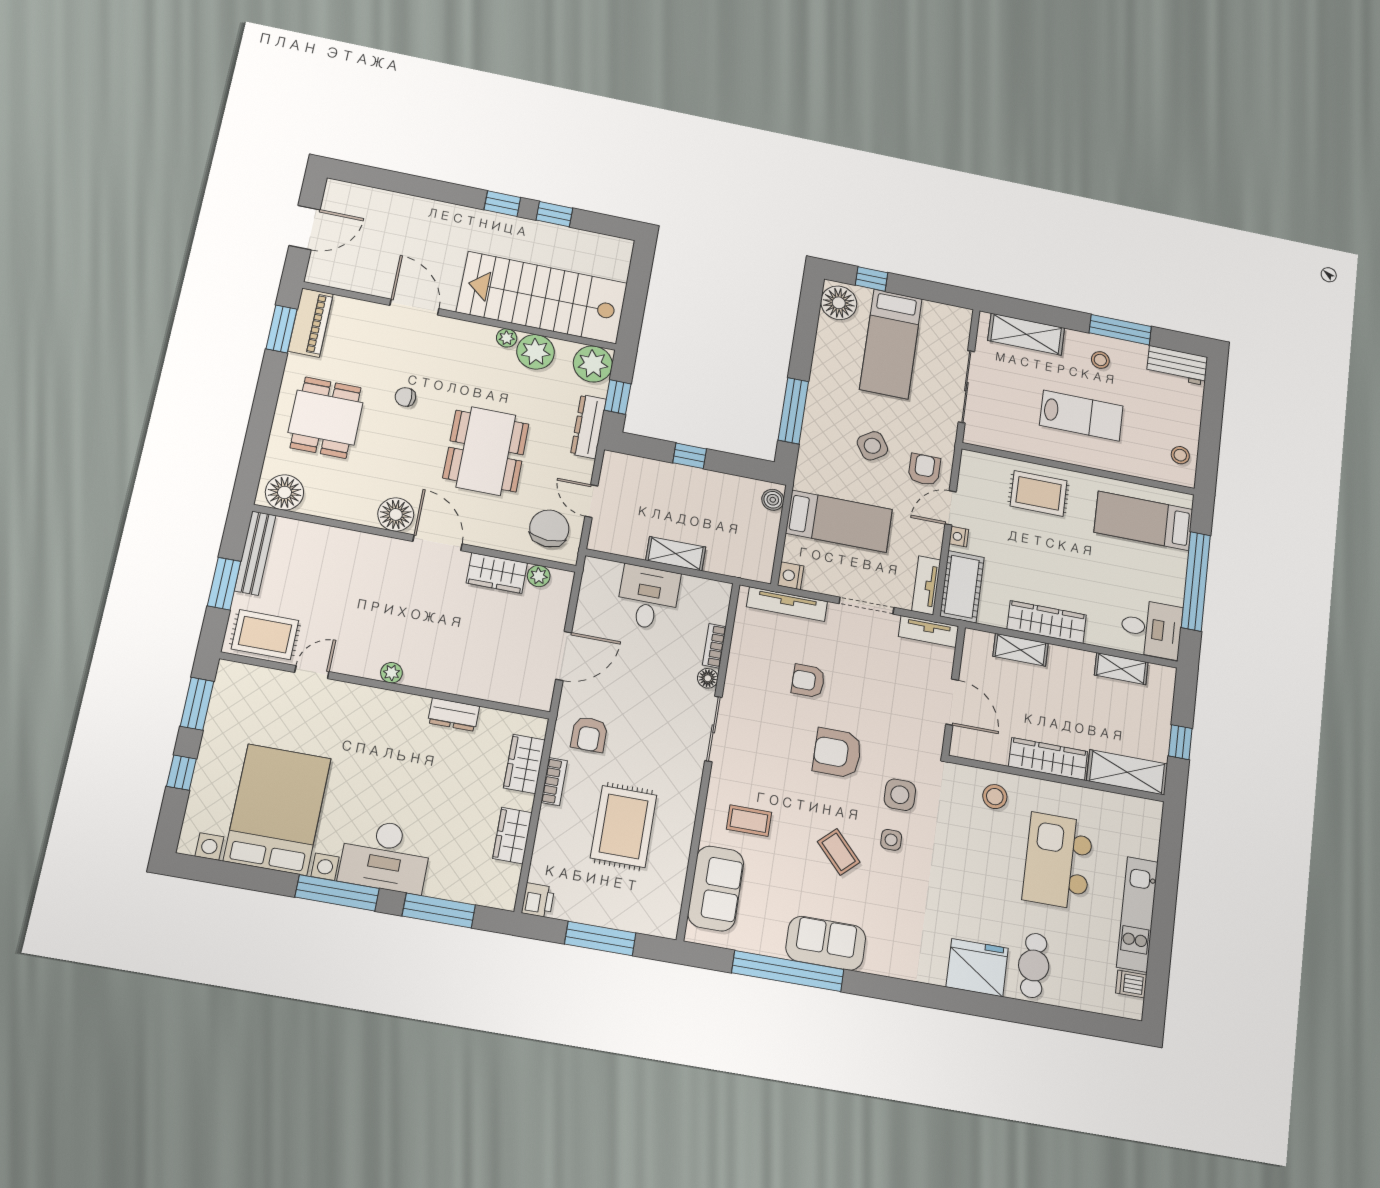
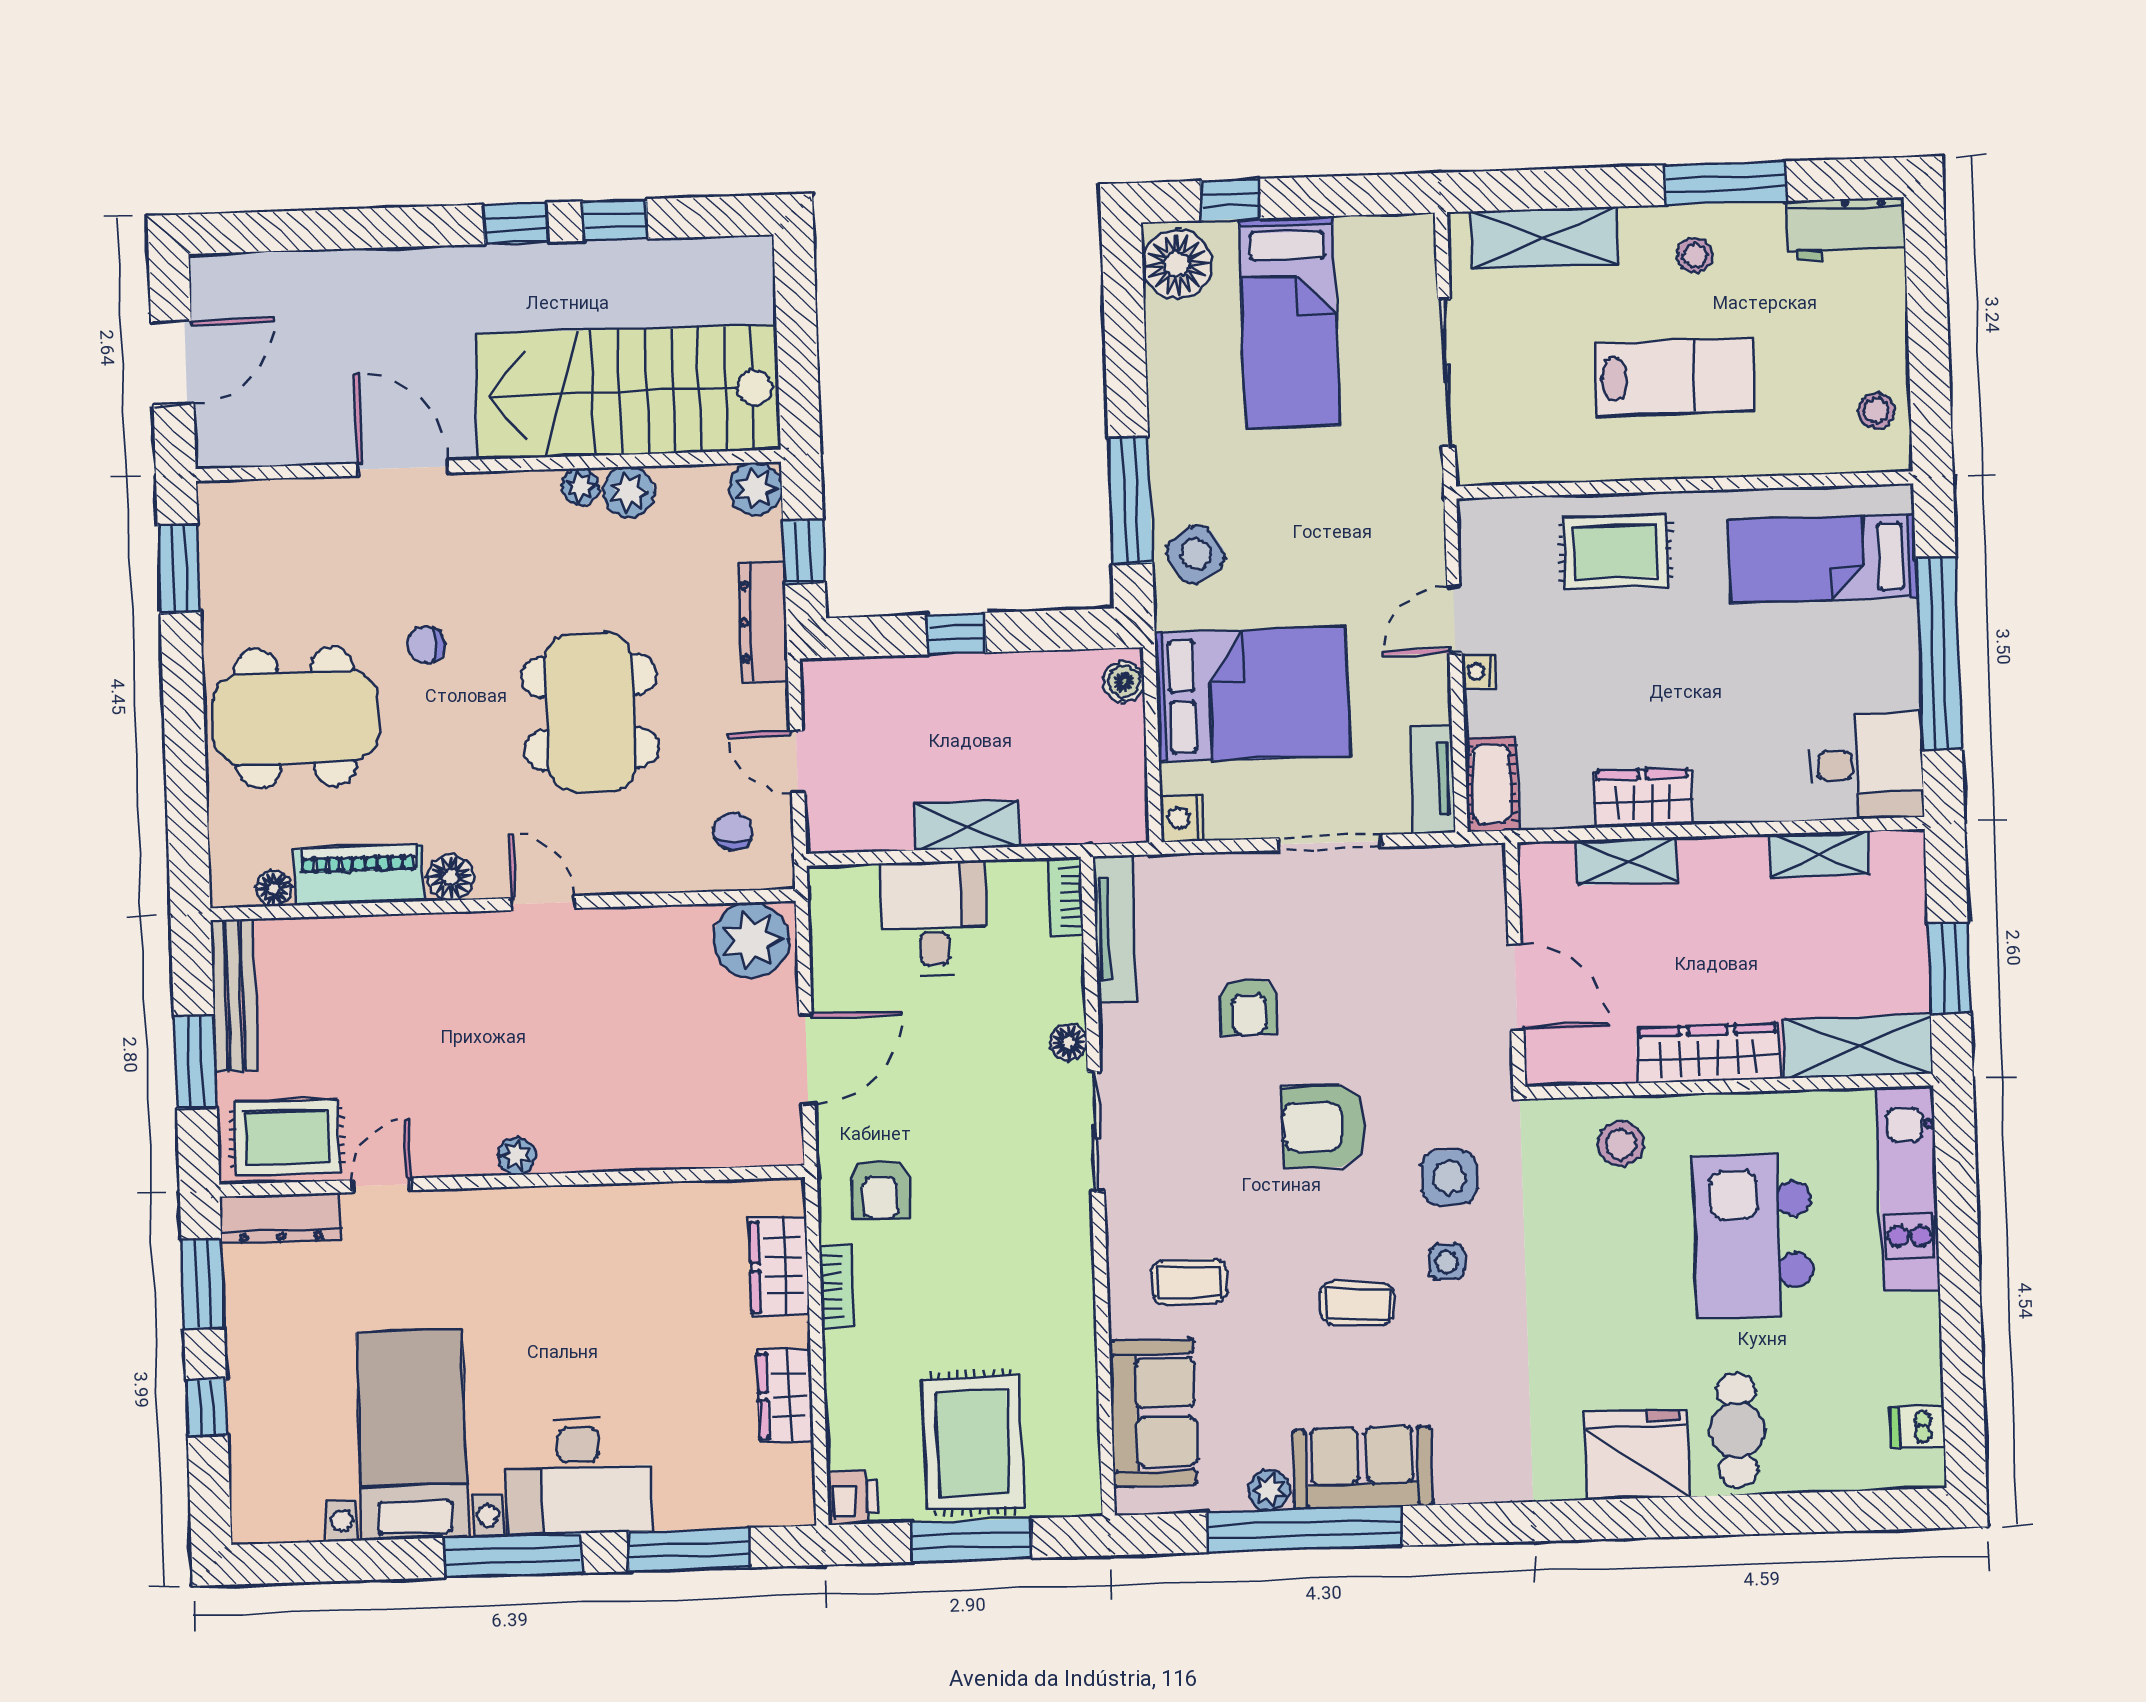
piano: (311, 323) -> (359, 875), moved, turned -90
plant: (536, 352) -> (629, 492), width x0.73, depth x0.73
plant: (593, 364) -> (756, 489), width x0.73, depth x0.73
dining table: (326, 418) -> (295, 718), width x1.38
side table: (872, 446) -> (1196, 554), moved
armchair: (924, 470) -> (1393, 556), removed
floor lamp: (284, 492) -> (274, 888), width x0.53, depth x0.53
floor lamp: (396, 514) -> (450, 877), width x0.73, depth x0.73
bed: (839, 521) -> (1252, 694), width x1.50
chair: (549, 528) -> (733, 831), width x0.54, depth x0.54
door: (437, 543) -> (543, 903), width x0.73
wardrobe: (497, 573) -> (658, 935), removed
plant: (539, 576) -> (751, 940), width x1.87, depth x1.87
cot: (962, 587) -> (1492, 784), width x0.73, depth x0.75
tv unit: (787, 604) -> (1115, 929), moved, turned -90
wardrobe: (1047, 622) -> (1643, 798), width x0.67
tv unit: (928, 631) -> (1452, 865), removed
bookcase: (714, 646) -> (1066, 897), moved
armchair: (808, 681) -> (1249, 1007), turned -90
dresser: (454, 715) -> (281, 1218), moved, width x1.44
window: (1180, 742) -> (1949, 968), width x1.50
bed with nightstands: (277, 809) -> (412, 1435), width x0.73
rug: (624, 826) -> (973, 1443), moved
coffee table: (839, 852) -> (1357, 1303), turned -43
kitchen unit: (1137, 914) -> (1908, 1189), moved
plant: (772, 945) -> (1269, 1490), added

